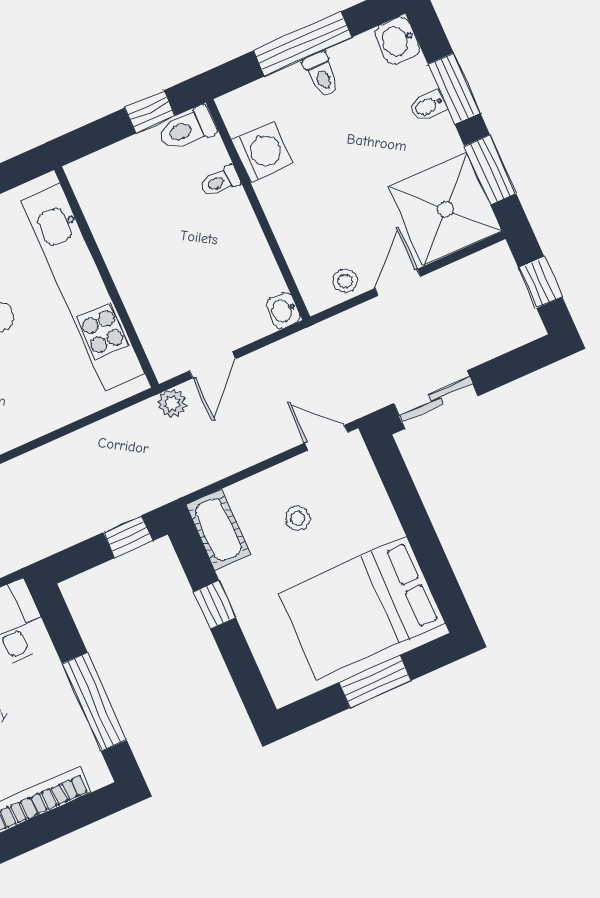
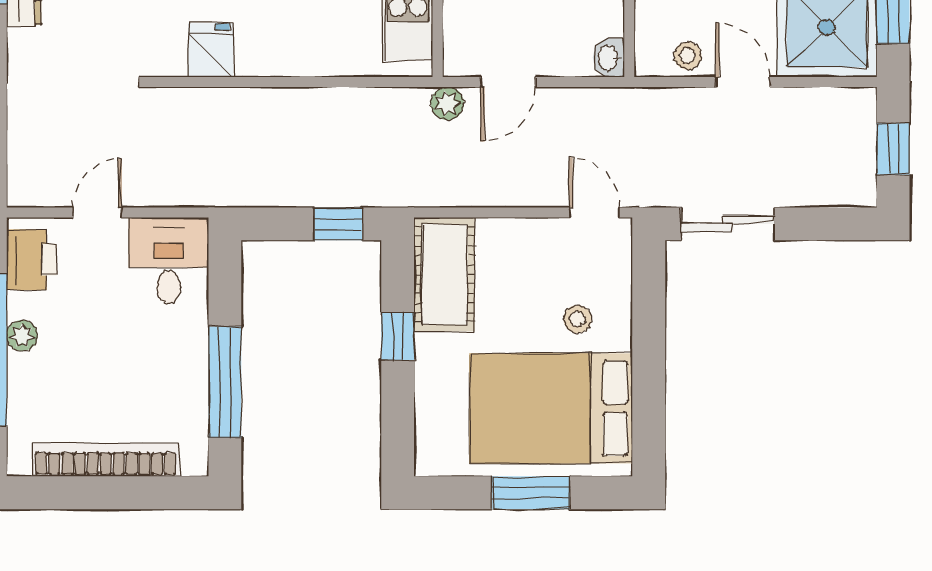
door: (398, 282) -> (743, 82), hinge flipped
stool: (298, 518) -> (577, 319), moved
cot: (218, 530) -> (444, 274), width x1.37, depth x1.34

